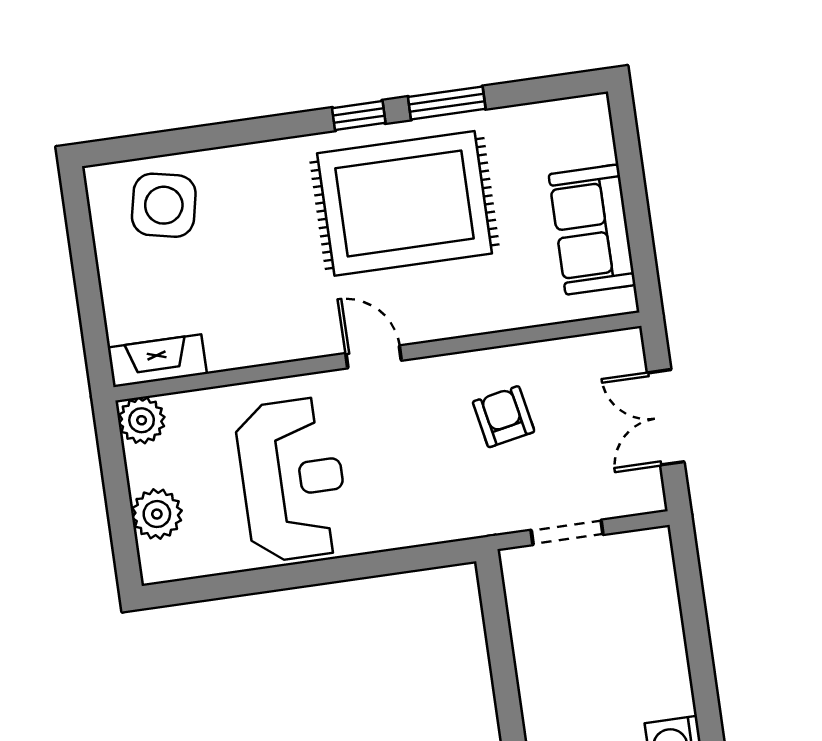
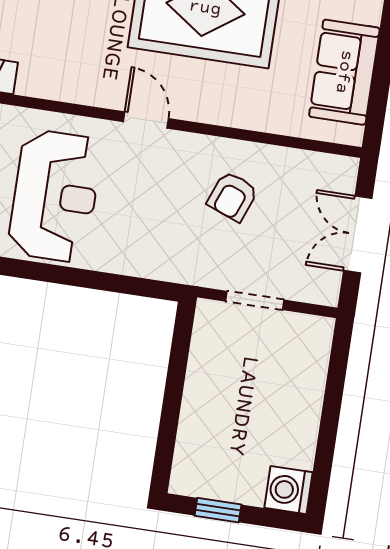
armchair: (504, 417) -> (233, 196), turned -148

